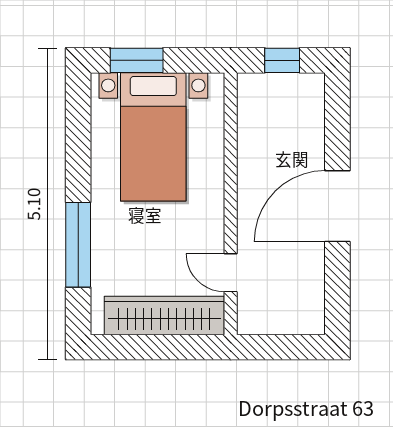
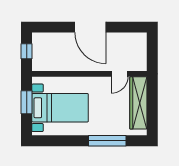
window: (137, 60) -> (27, 102), moved

